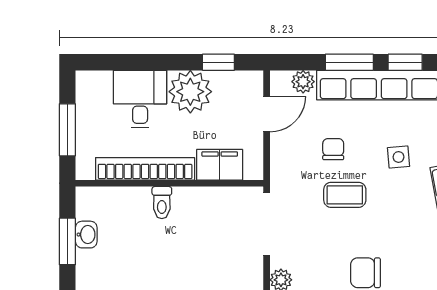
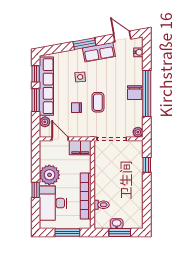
window: (218, 62) -> (36, 190), moved
desk: (140, 99) -> (53, 203), width x1.37
filing cabinet: (220, 165) -> (80, 148), moved, turned -90
toilet: (162, 203) -> (102, 205), moved

